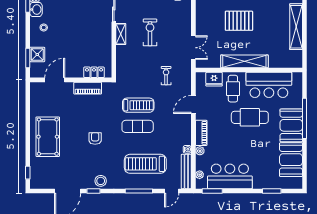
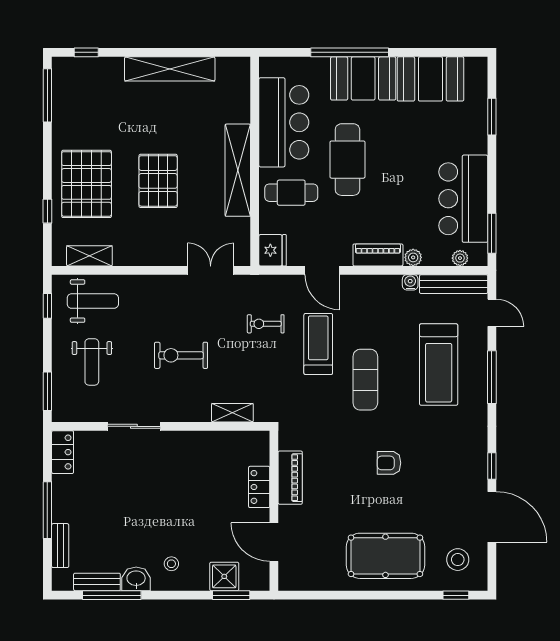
shelving: (121, 34) -> (232, 413), moved
locker: (94, 72) -> (259, 487), moved
fridge: (214, 79) -> (273, 250), moved
treadmill: (138, 105) -> (318, 344), moved
stool: (101, 181) -> (458, 560), moved

